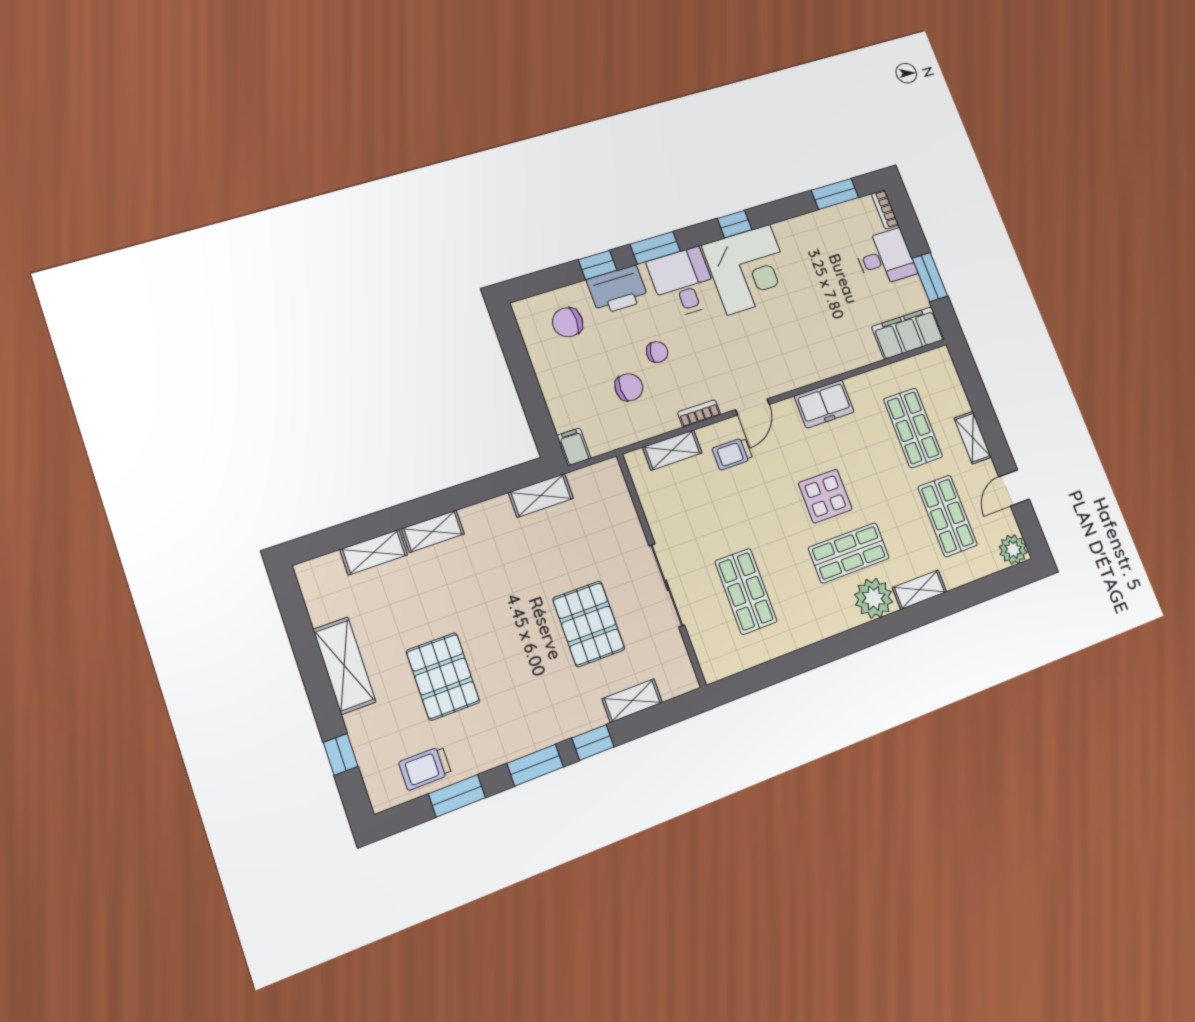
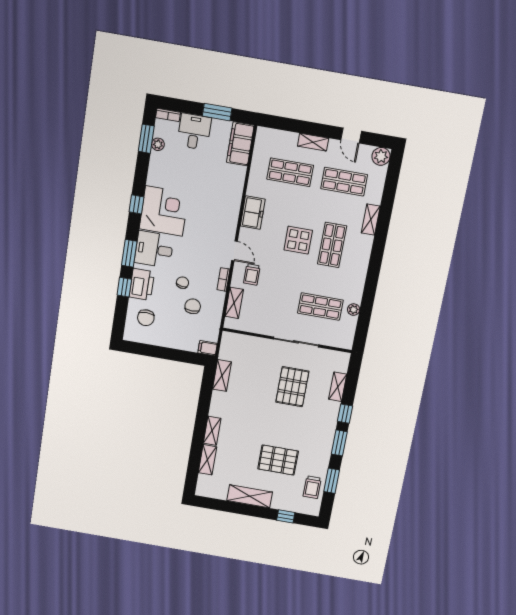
plant: (837, 214) -> (158, 144), added
plant: (874, 598) -> (354, 310), moved, width x0.53, depth x0.53
pallet: (589, 624) -> (292, 387), turned 90

